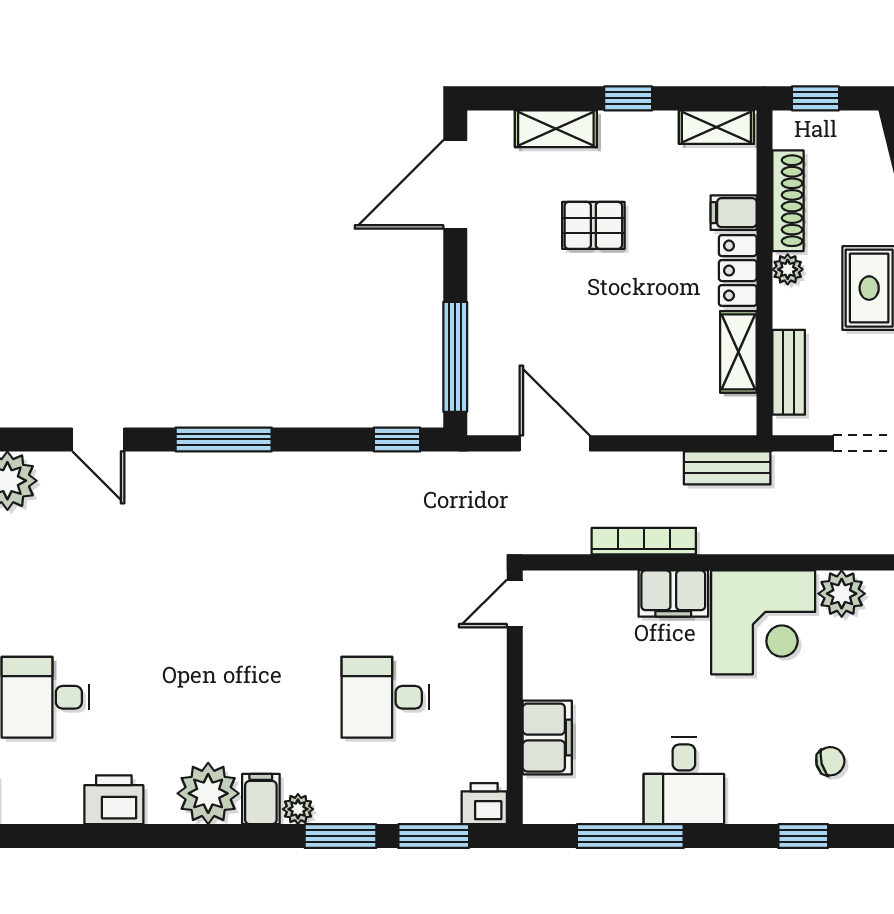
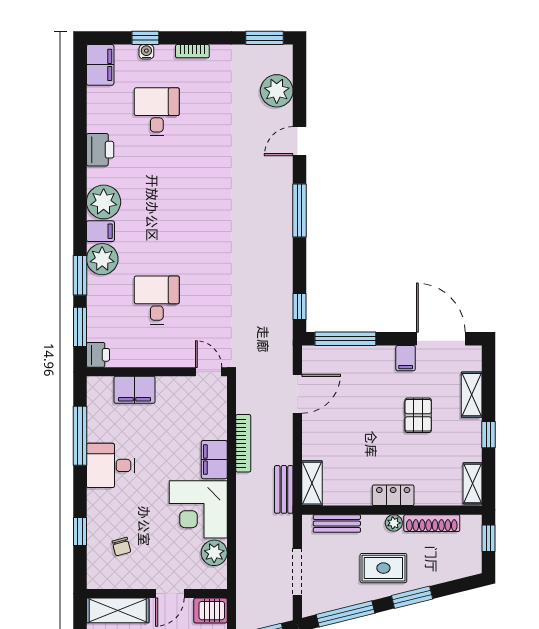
filing cabinet: (734, 213) -> (406, 358), moved, turned 180
shelving: (738, 352) -> (312, 483), moved, turned 90
plant: (298, 809) -> (102, 259), width x1.87, depth x1.87

